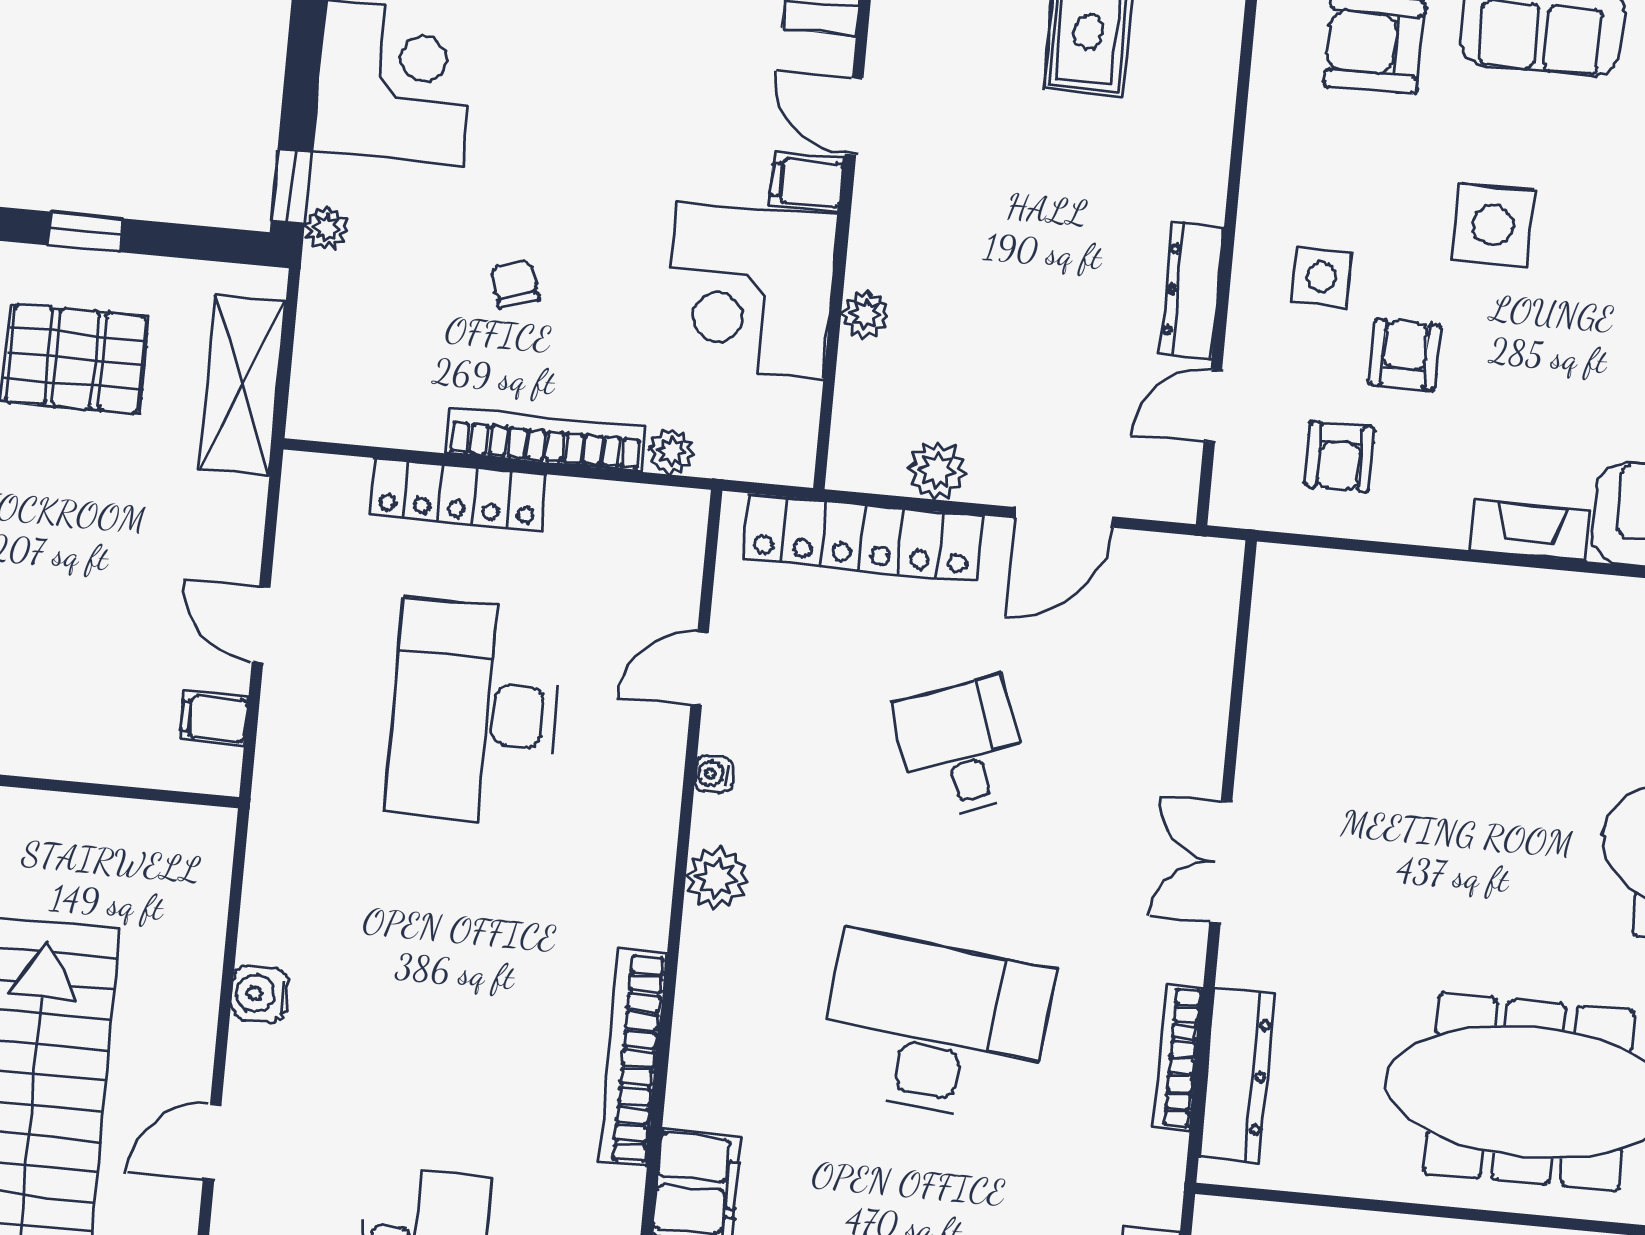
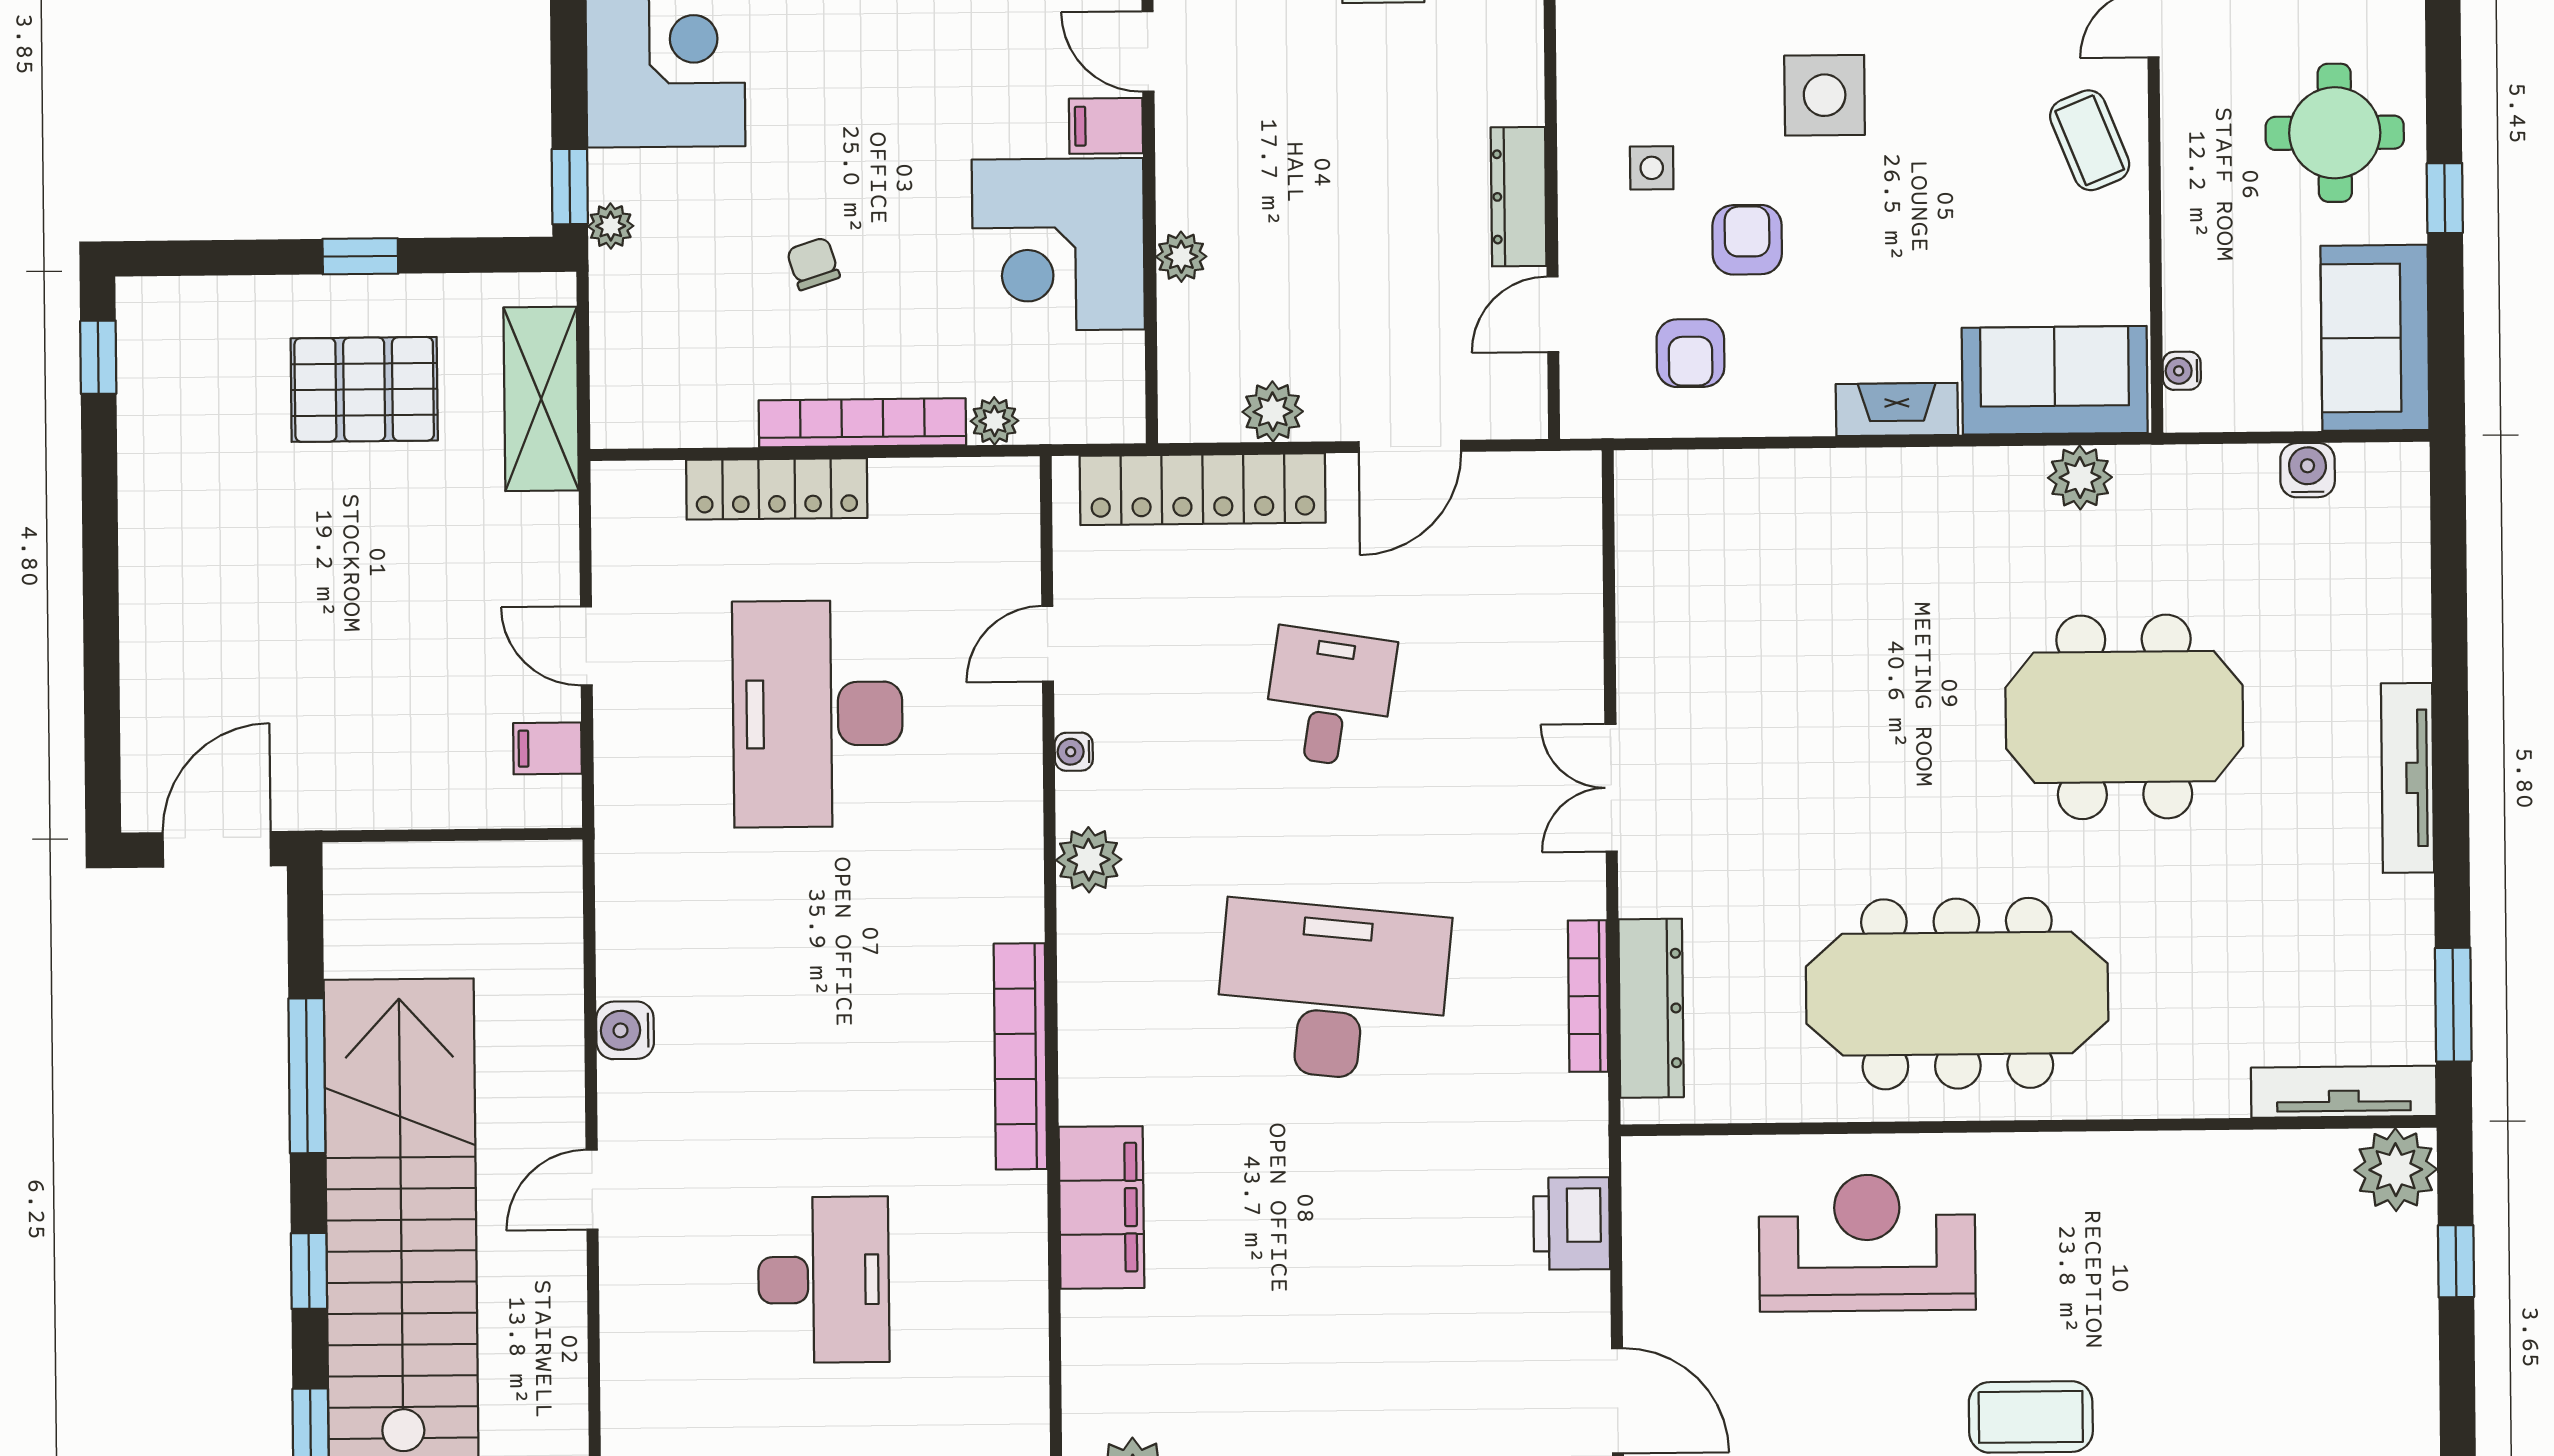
side table: (1321, 277) -> (1652, 168), width x0.73, depth x0.73
desk: (962, 748) -> (1329, 698), turned 30

